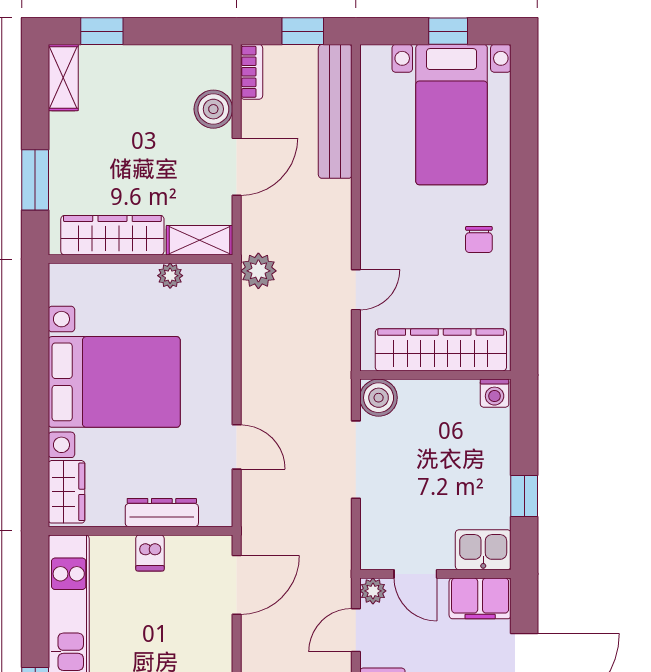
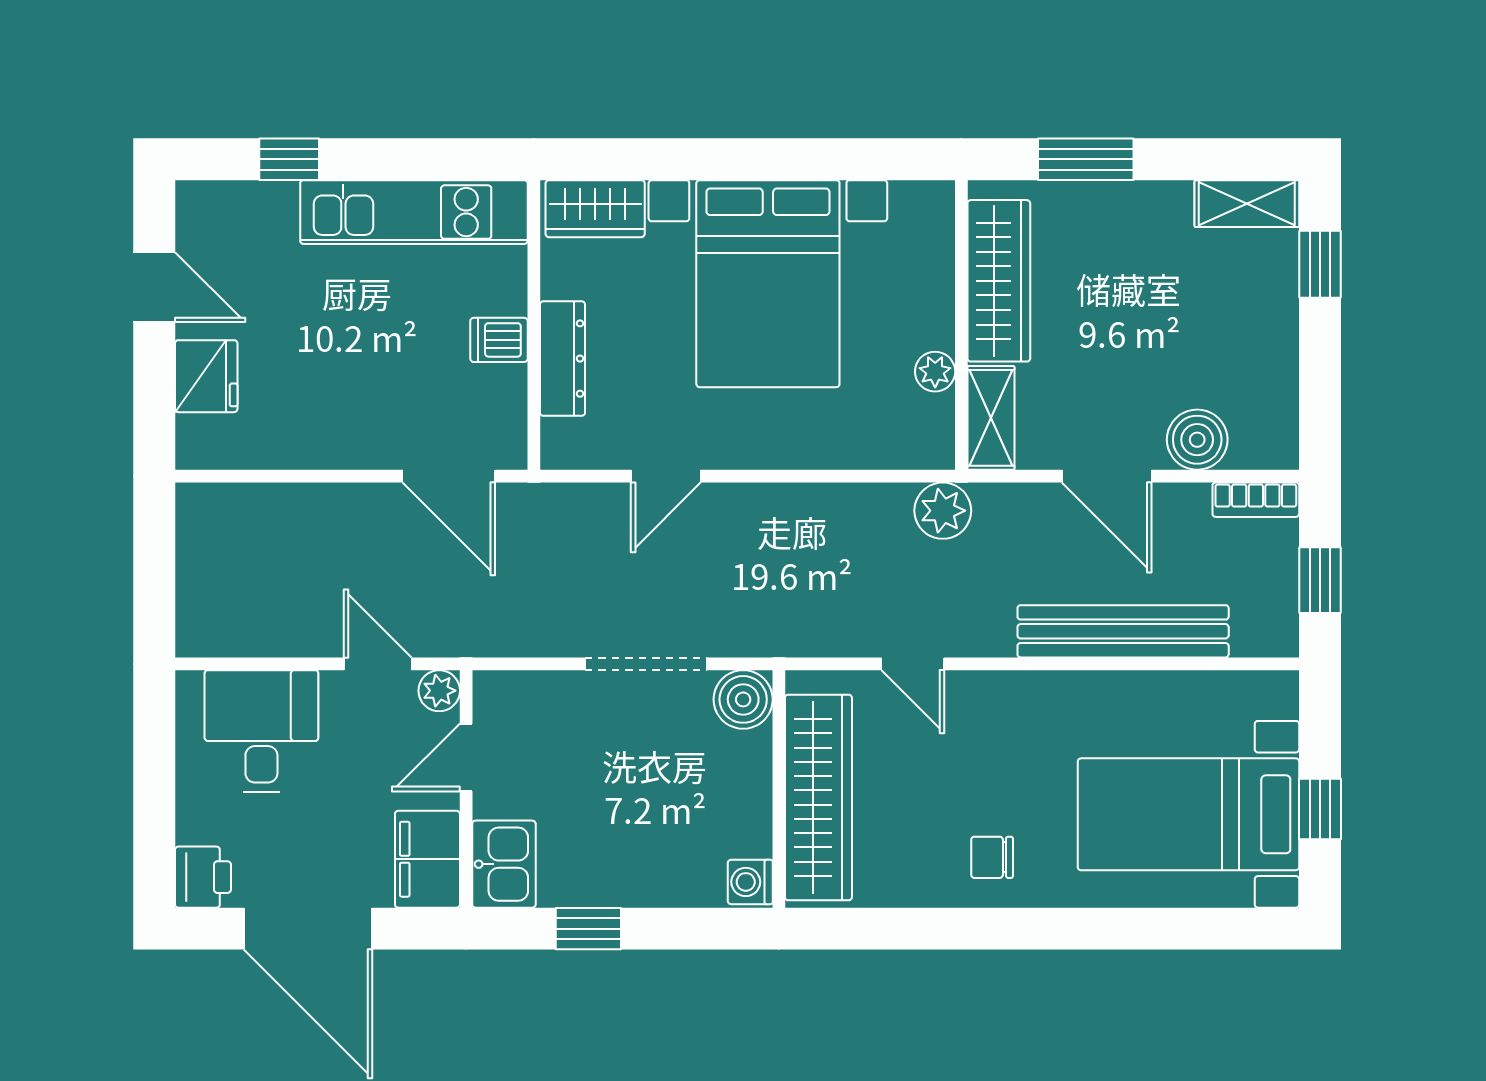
bench: (335, 111) -> (1123, 631), moved

